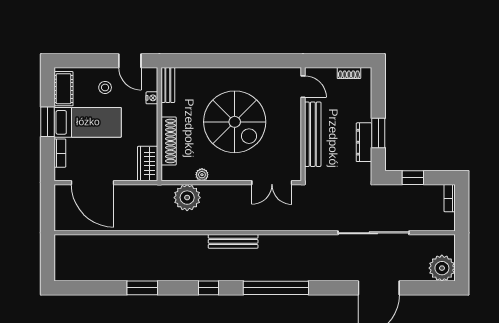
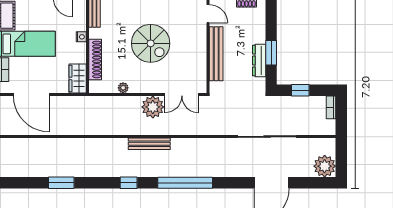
stool: (105, 87) -> (42, 15), removed
nightstand: (152, 98) -> (81, 37), moved
spiral stairs: (235, 122) -> (151, 43), width x0.73, depth x0.73
plant: (187, 198) -> (153, 107), moved
window: (142, 288) -> (61, 183), moved

